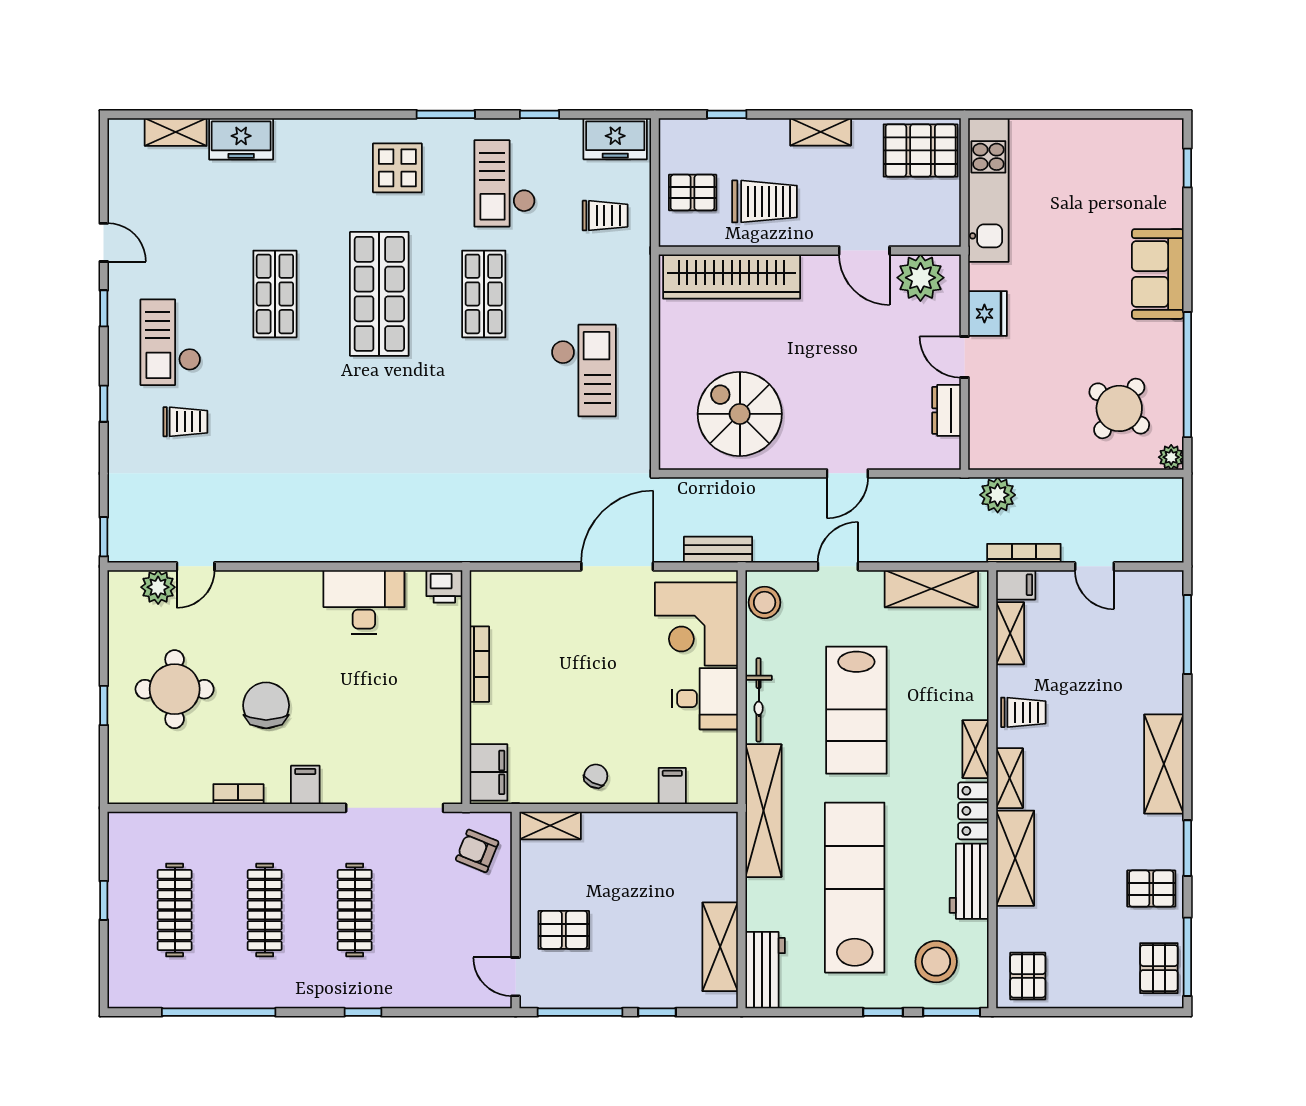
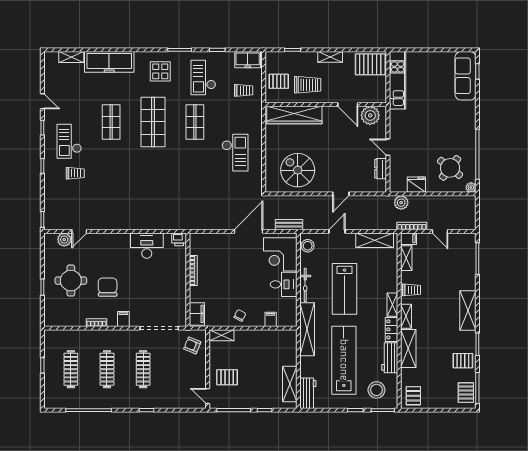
freezer: (241, 139) -> (109, 62), width x1.91, depth x1.26
sofa: (1158, 274) -> (465, 76), moved, width x1.36
fridge: (988, 314) -> (416, 185), moved, turned -90

